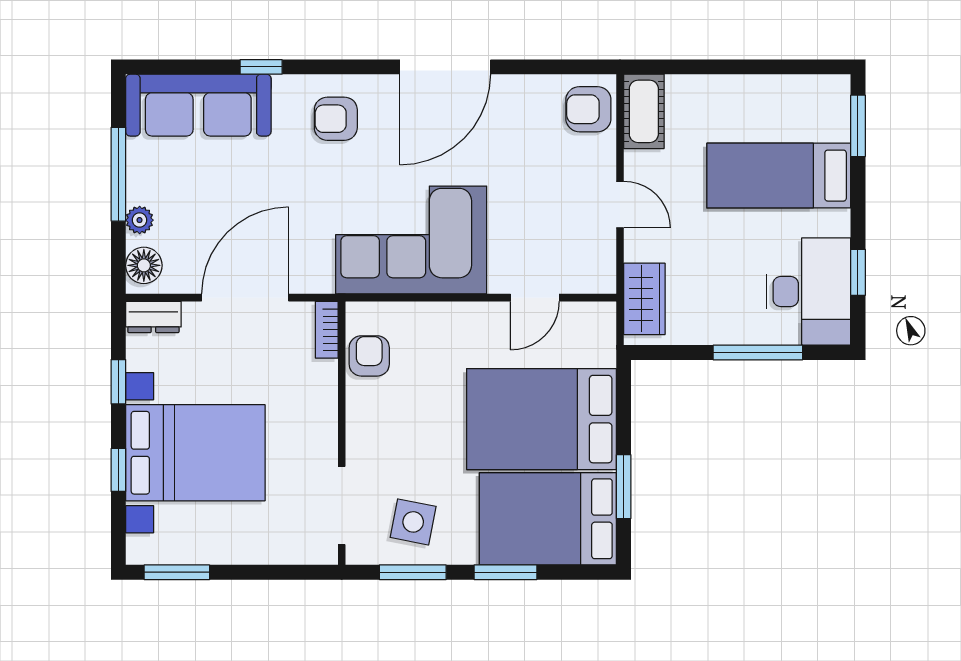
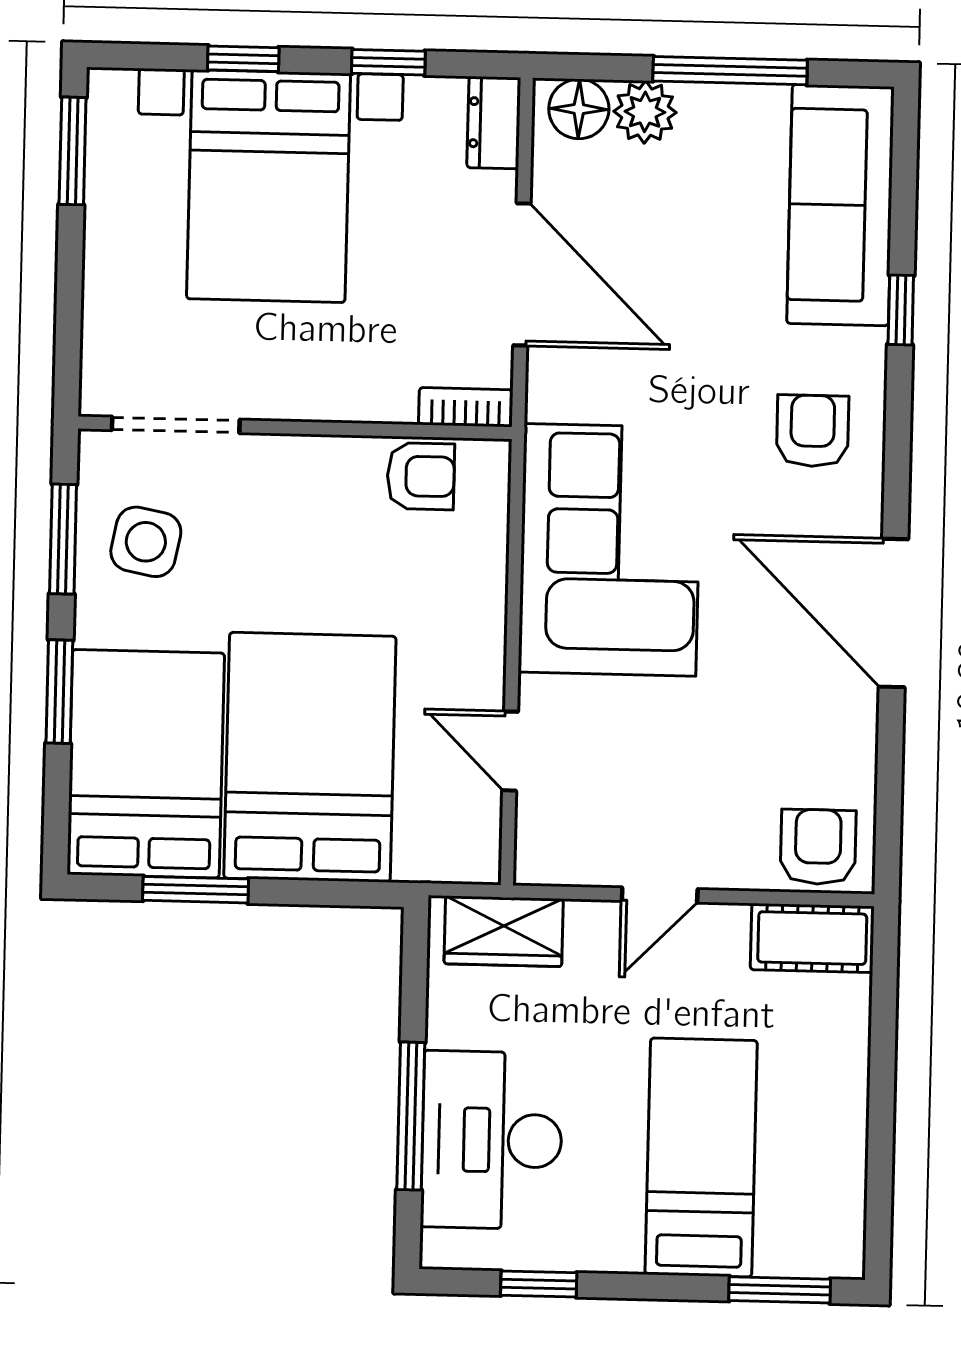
plant: (140, 220) -> (645, 112), width x1.38, depth x1.38
desk: (808, 292) -> (492, 1140), moved, turned 90

